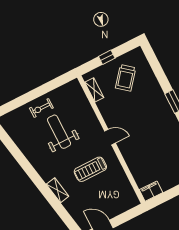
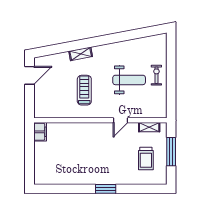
window: (107, 57) -> (171, 152), width x2.17
trolley: (126, 78) -> (146, 159), turned -129
door: (110, 137) -> (120, 120), moved

